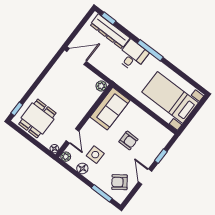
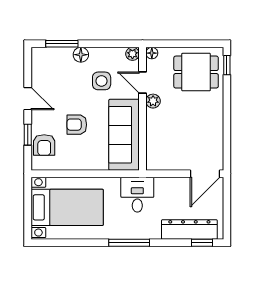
desk: (133, 56) -> (137, 195), moved, turned 180
plant: (101, 86) -> (153, 101), moved
sofa: (110, 109) -> (124, 135), width x1.36
dining table: (37, 118) -> (196, 72), turned 90
floor lamp: (82, 168) -> (81, 55), moved
armchair: (120, 182) -> (44, 145), moved, turned 126

